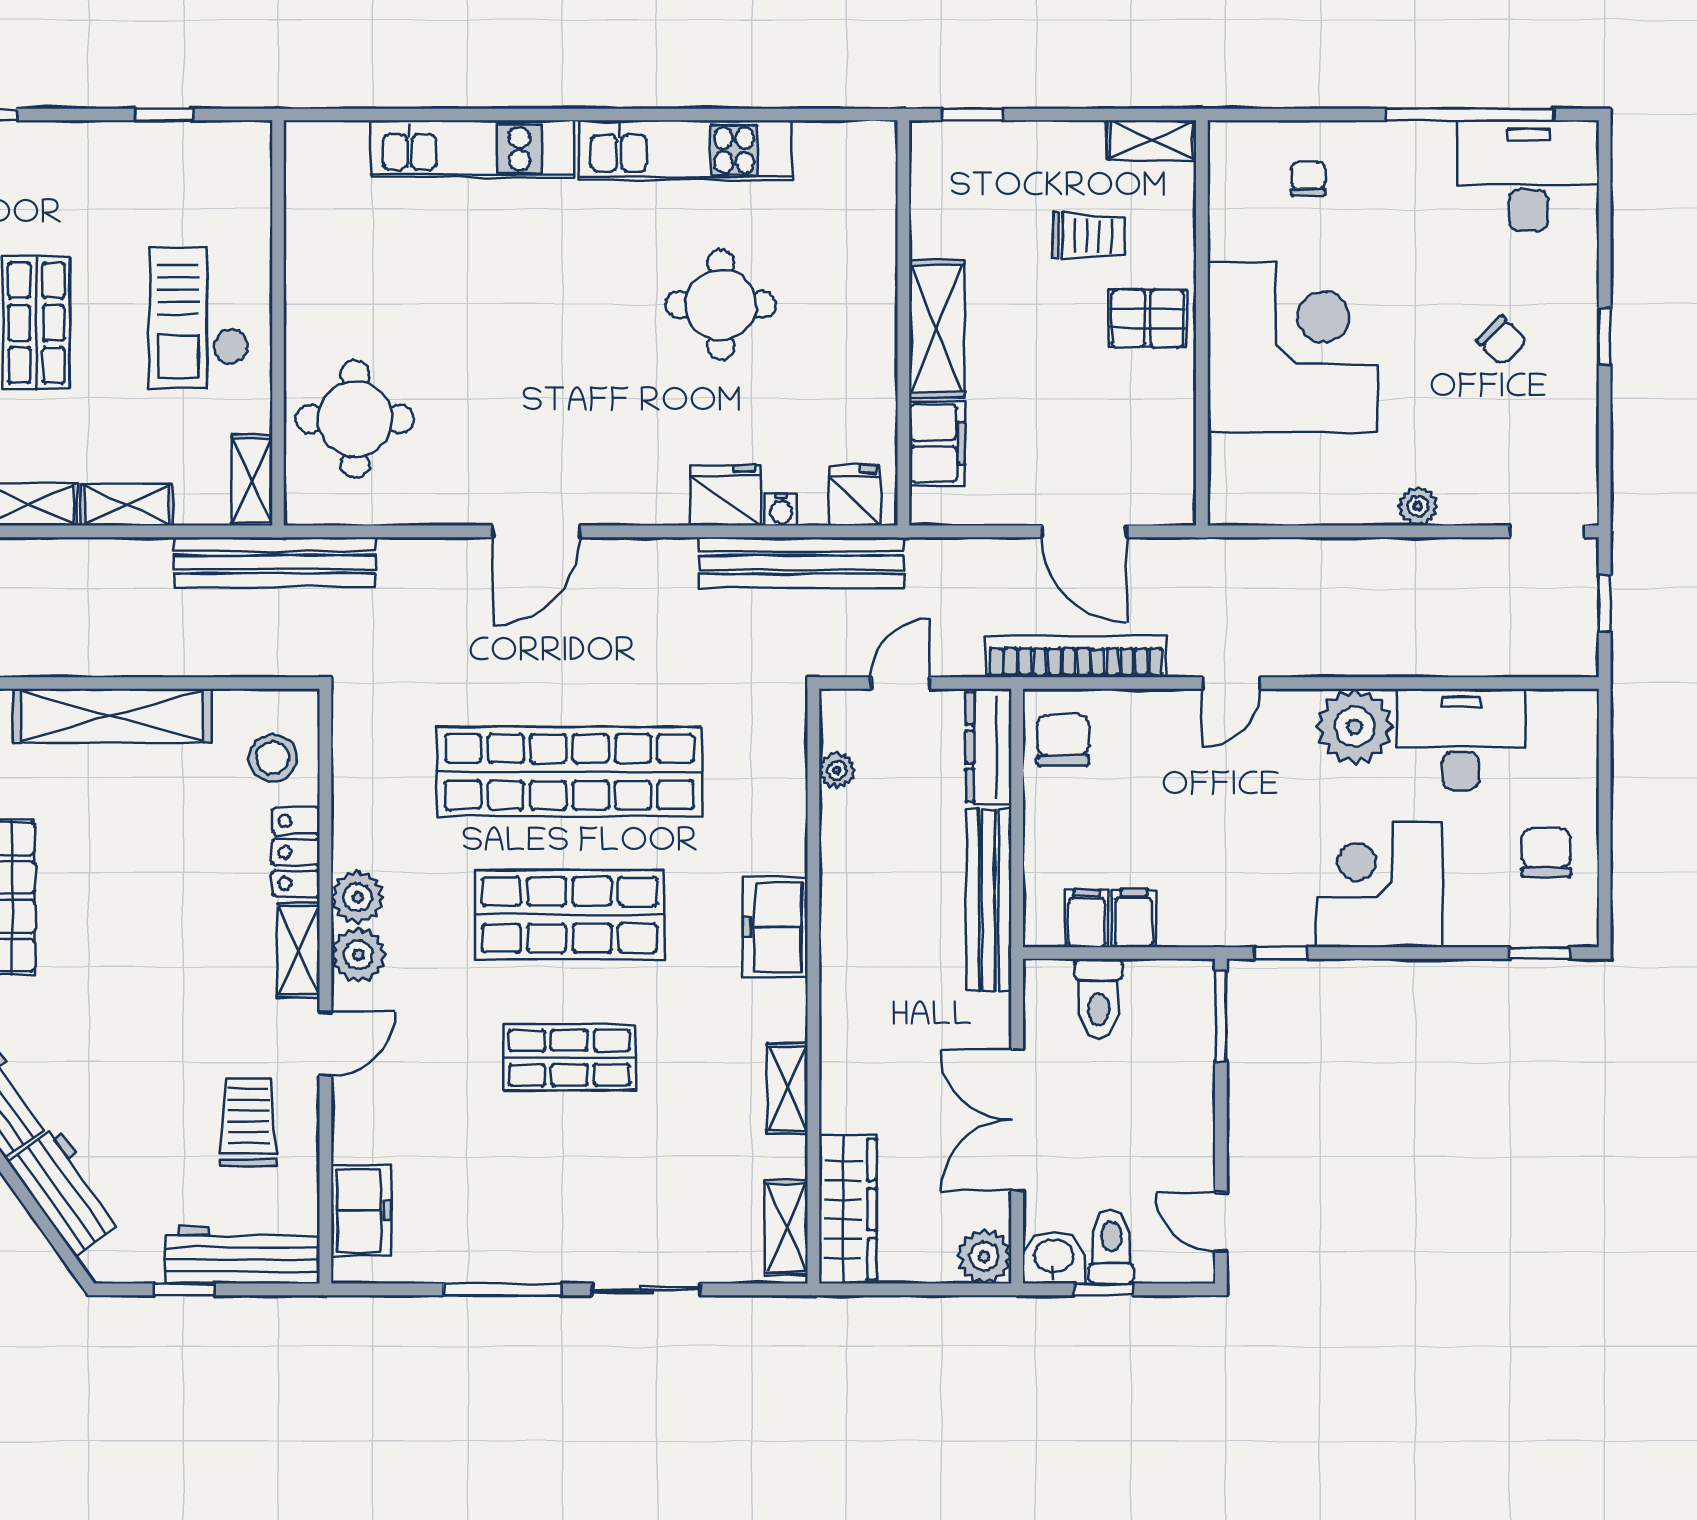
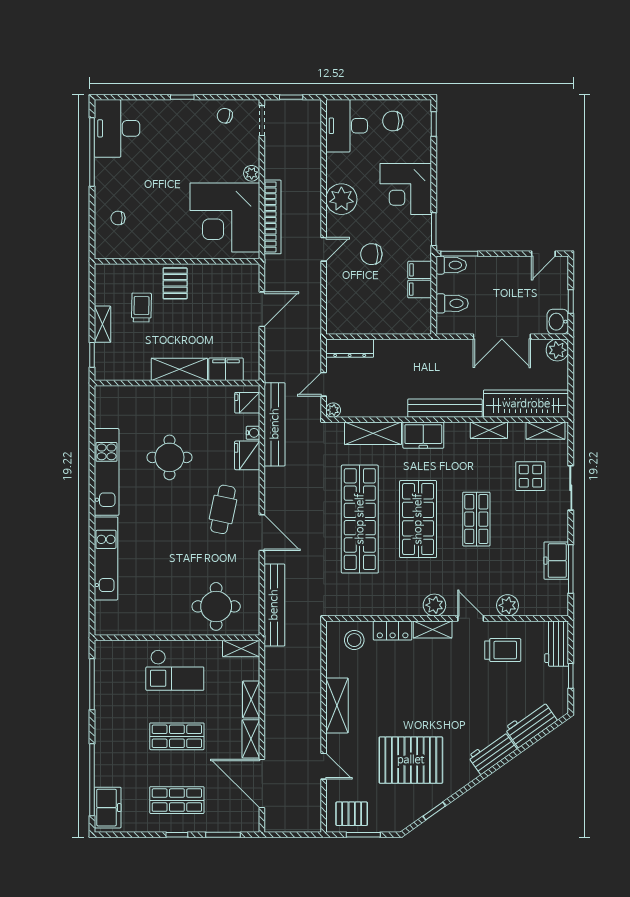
window: (164, 114) -> (92, 684), width x2.17
shelving: (1152, 140) -> (102, 324), moved
chair: (1502, 341) -> (225, 116), moved, turned -119
corner desk: (1293, 348) -> (225, 217), moved, turned -90
cafe table: (593, 436) -> (223, 509), added
bench: (275, 562) -> (274, 605), moved
bookcase: (1076, 657) -> (273, 217), moved, turned 180
door: (900, 683) -> (324, 384), hinge flipped
door: (1231, 683) -> (324, 249), hinge flipped
shelving: (112, 716) -> (337, 705), width x0.68
desk: (1461, 739) -> (347, 126), moved
chair: (1063, 740) -> (371, 254), moved
plant: (837, 770) -> (333, 410), moved
shelving: (780, 804) -> (373, 433), added
plant: (358, 897) -> (508, 605), moved
bench: (989, 900) -> (445, 408), moved
filing cabinet: (1087, 919) -> (420, 270), moved
window: (1281, 953) -> (434, 229), width x1.50
trolley: (248, 1122) -> (503, 650), turned 180
display table: (675, 1190) -> (530, 476), added
wardrobe: (848, 1209) -> (526, 404), width x1.40, depth x1.17
freezer: (361, 1211) -> (556, 561), moved, turned -90
toilet: (1111, 1247) -> (451, 265), moved, turned 180
workbench: (243, 1255) -> (557, 644), width x0.73
window: (503, 1289) -> (571, 569), moved

